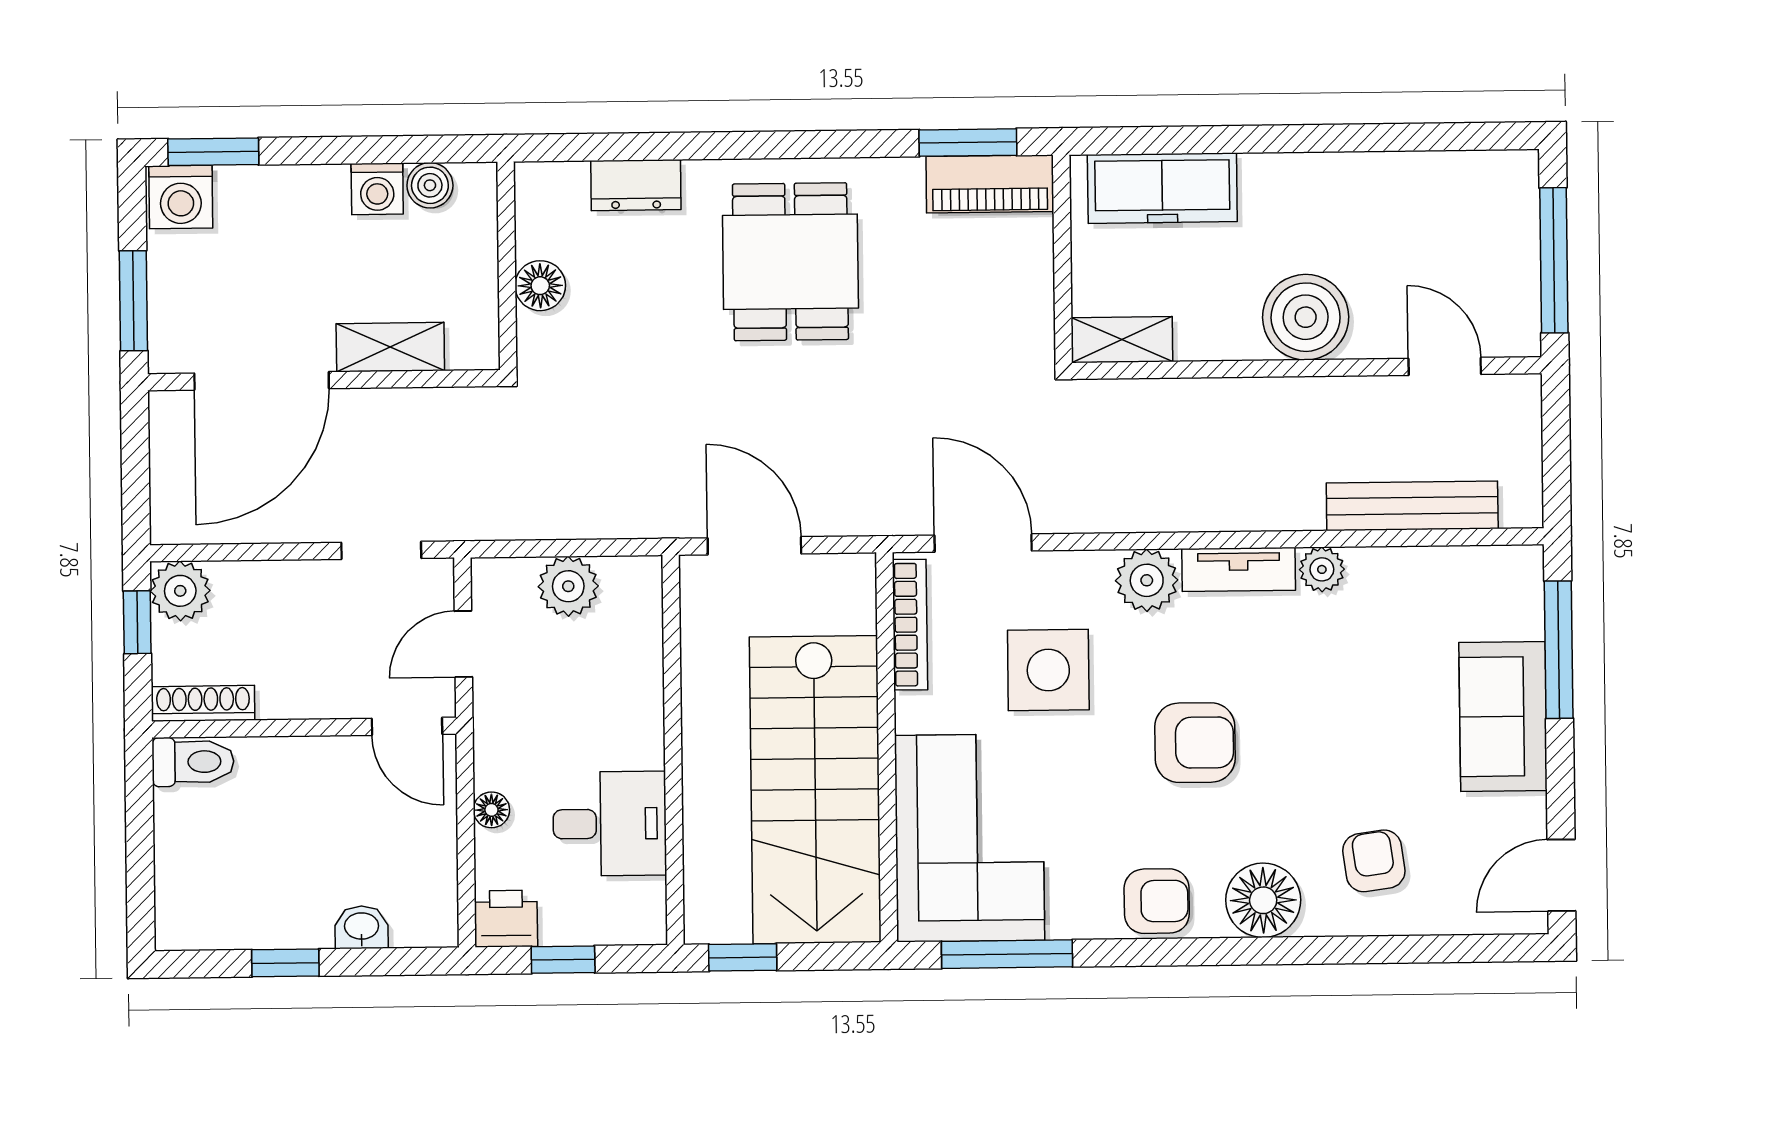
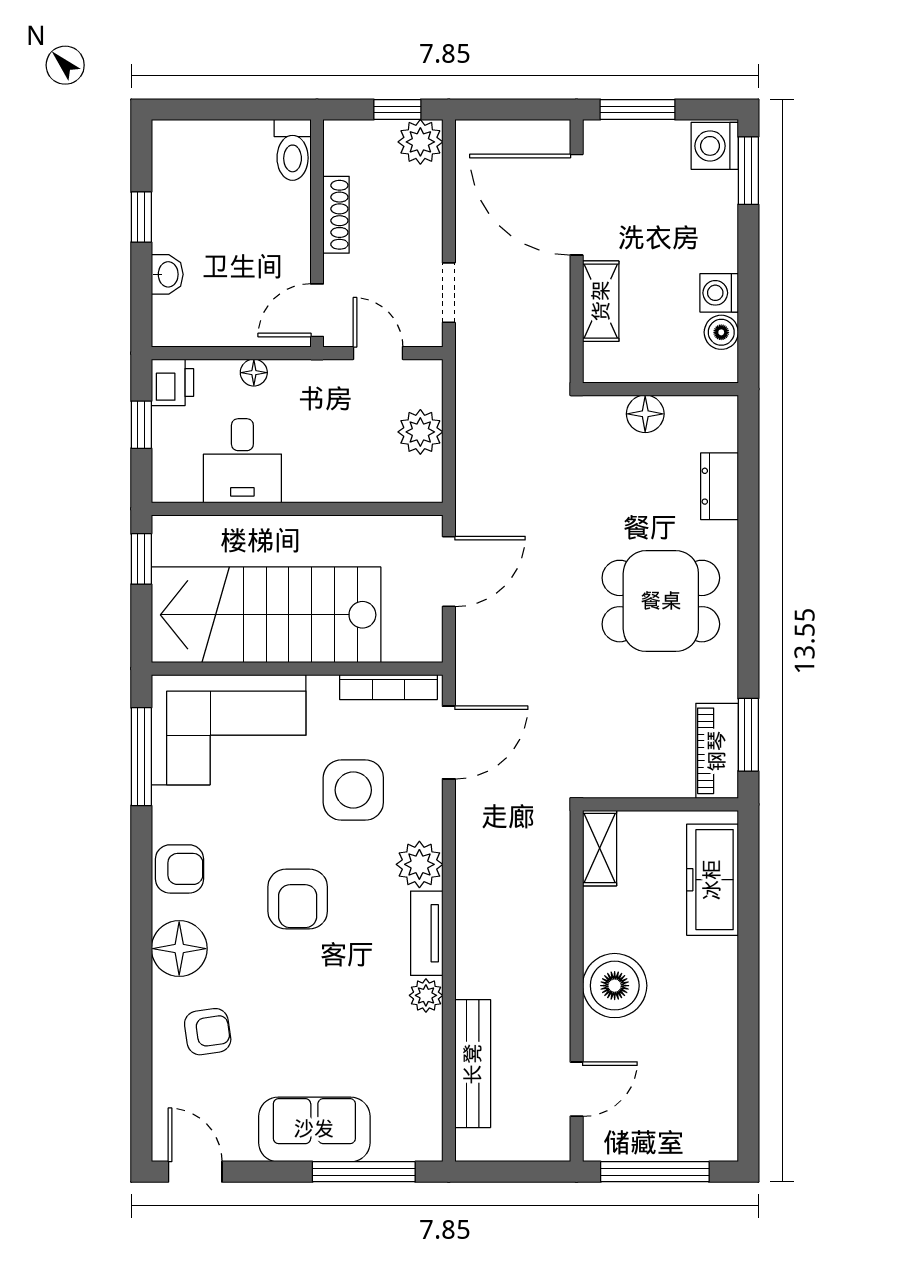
shoe rack: (203, 703) -> (336, 215), moved
armchair: (1157, 901) -> (180, 869), turned -90

